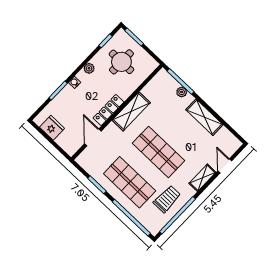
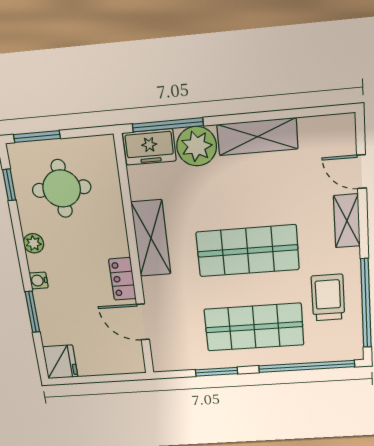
freezer: (166, 81) -> (149, 147), added
plant: (182, 92) -> (197, 146), width x1.88, depth x1.88
locker: (109, 110) -> (122, 279), width x0.66
fridge: (52, 128) -> (60, 362), moved, turned 90

